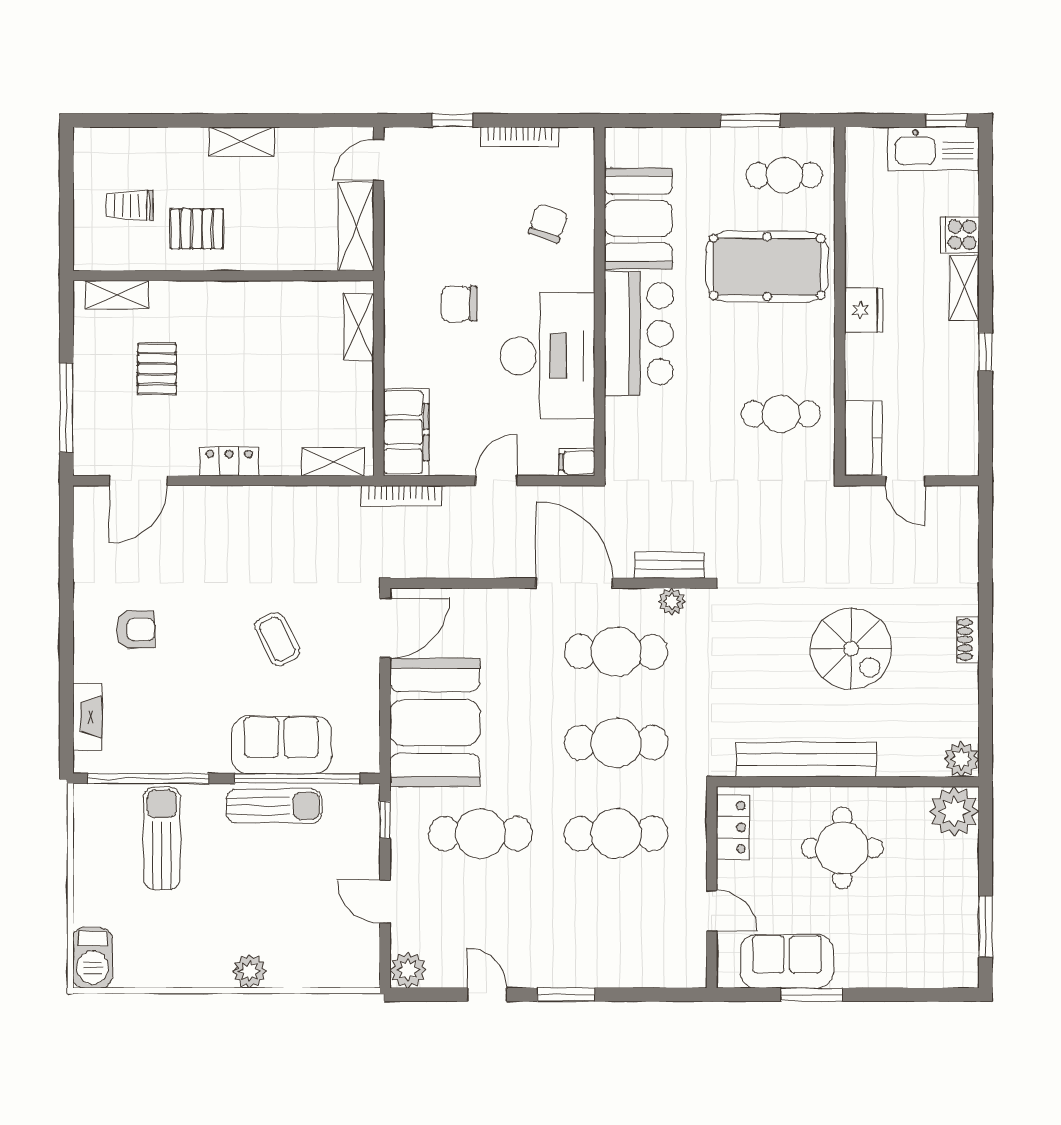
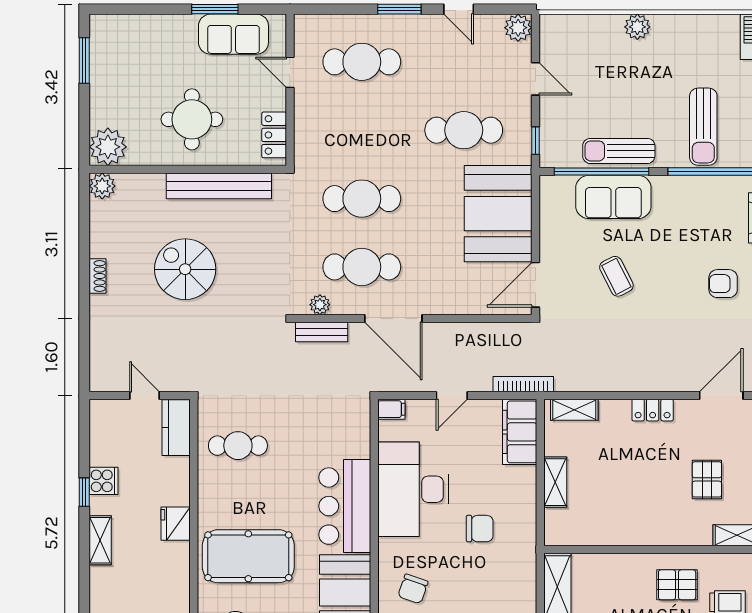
cooker: (960, 235) -> (103, 481), moved
shelving: (359, 327) -> (555, 482), moved
cafe table: (616, 834) -> (362, 62), moved

